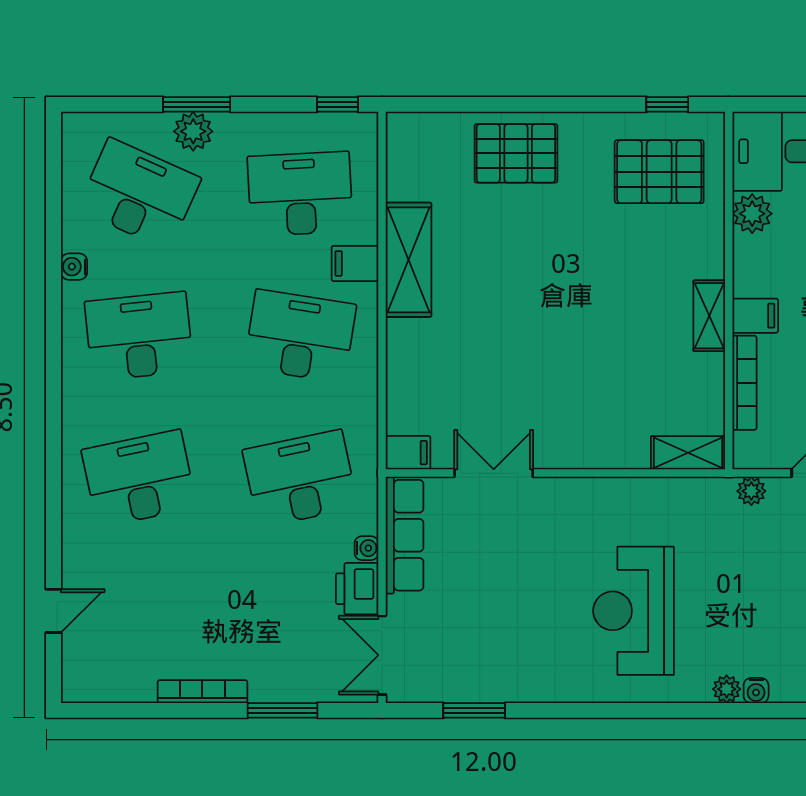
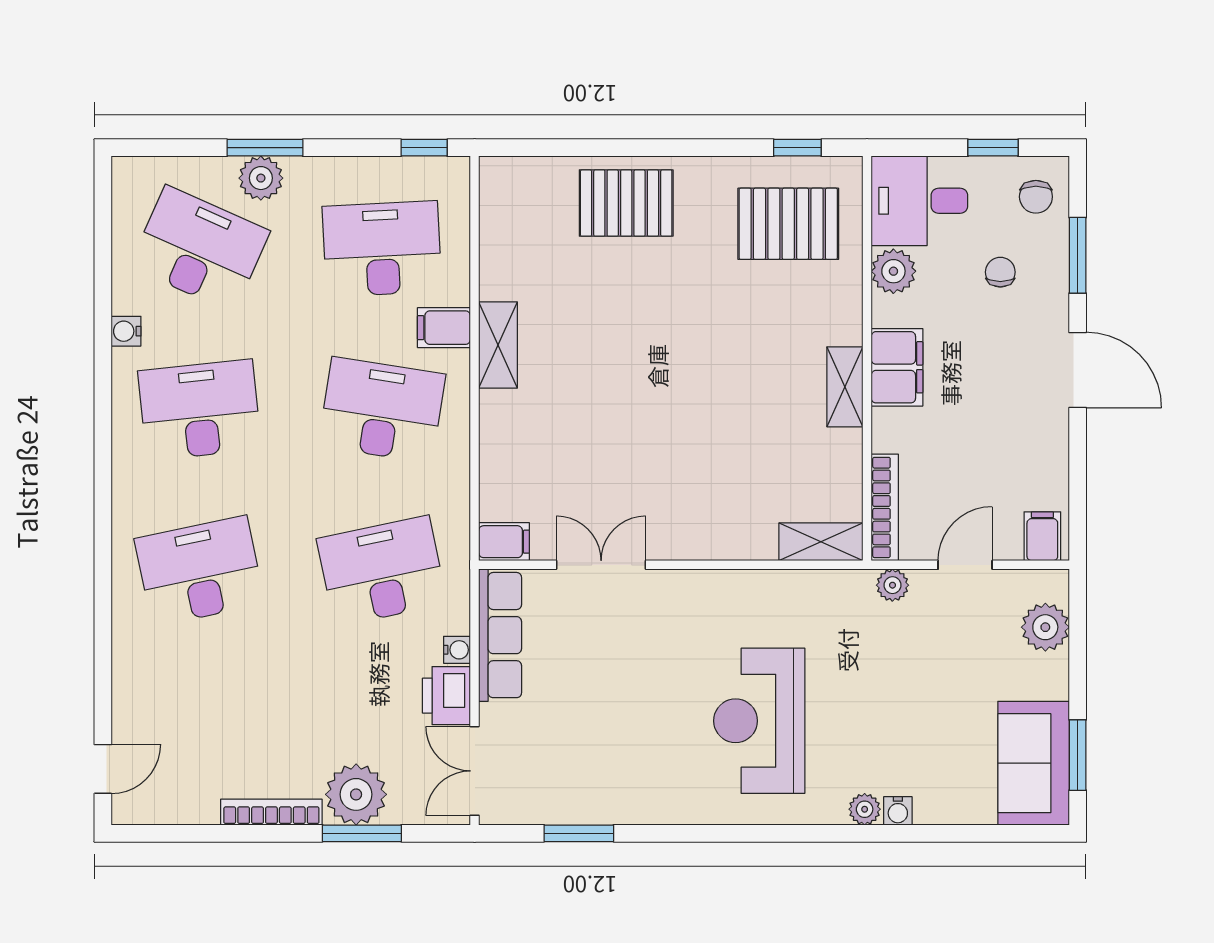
shelving: (409, 260) -> (498, 345), width x0.67, depth x0.75
filing cabinet: (755, 316) -> (897, 367), width x2.00
bookcase: (744, 383) -> (885, 507), moved
door: (54, 611) -> (103, 769), moved
plant: (277, 676) -> (356, 794), added

